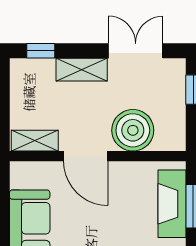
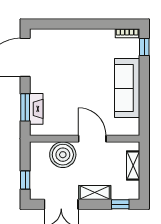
shelving: (35, 141) -> (133, 166), moved, turned 90
fireplace: (172, 204) -> (36, 109), width x0.73, depth x0.76

